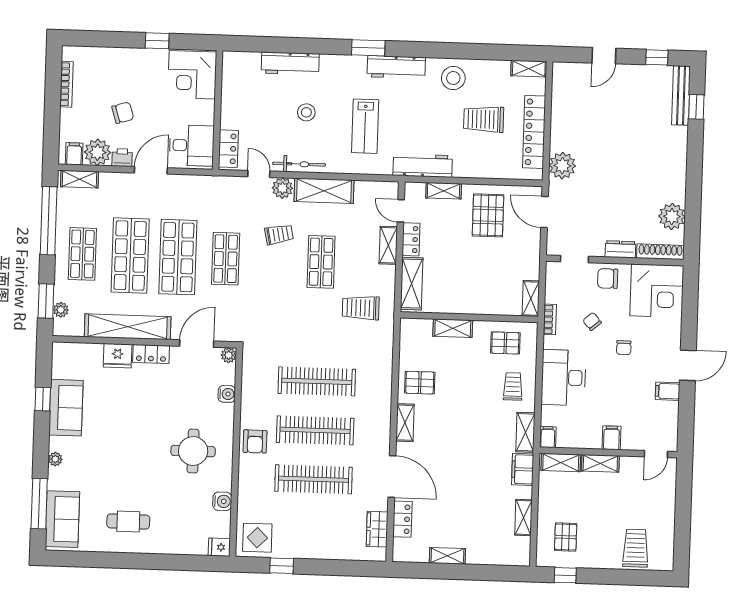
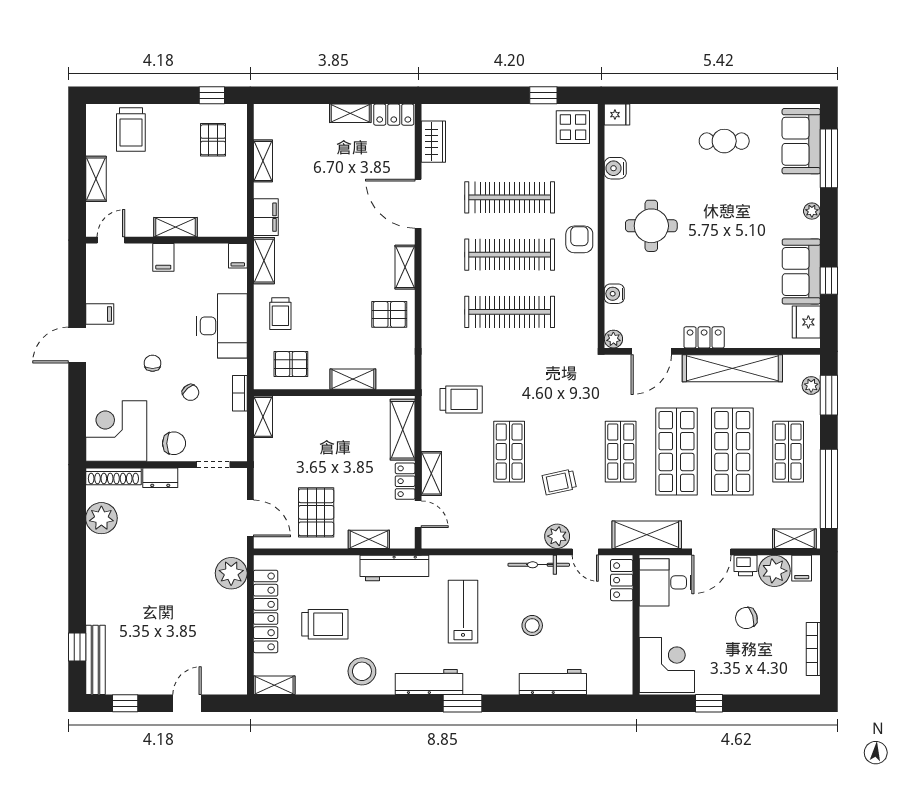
shelving: (324, 191) -> (647, 535), moved
fridge: (118, 356) -> (806, 322), moved, turned -90
shelving: (561, 462) -> (96, 179), moved, turned 90
locker: (402, 519) -> (394, 115), moved, turned -90

